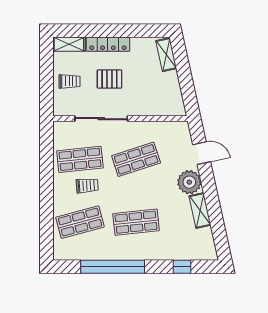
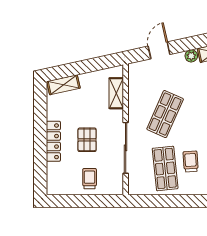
shelving: (69, 44) -> (116, 93), moved
shop shelf: (136, 159) -> (165, 114), turned 42
plant: (189, 182) -> (191, 56), width x0.53, depth x0.53

